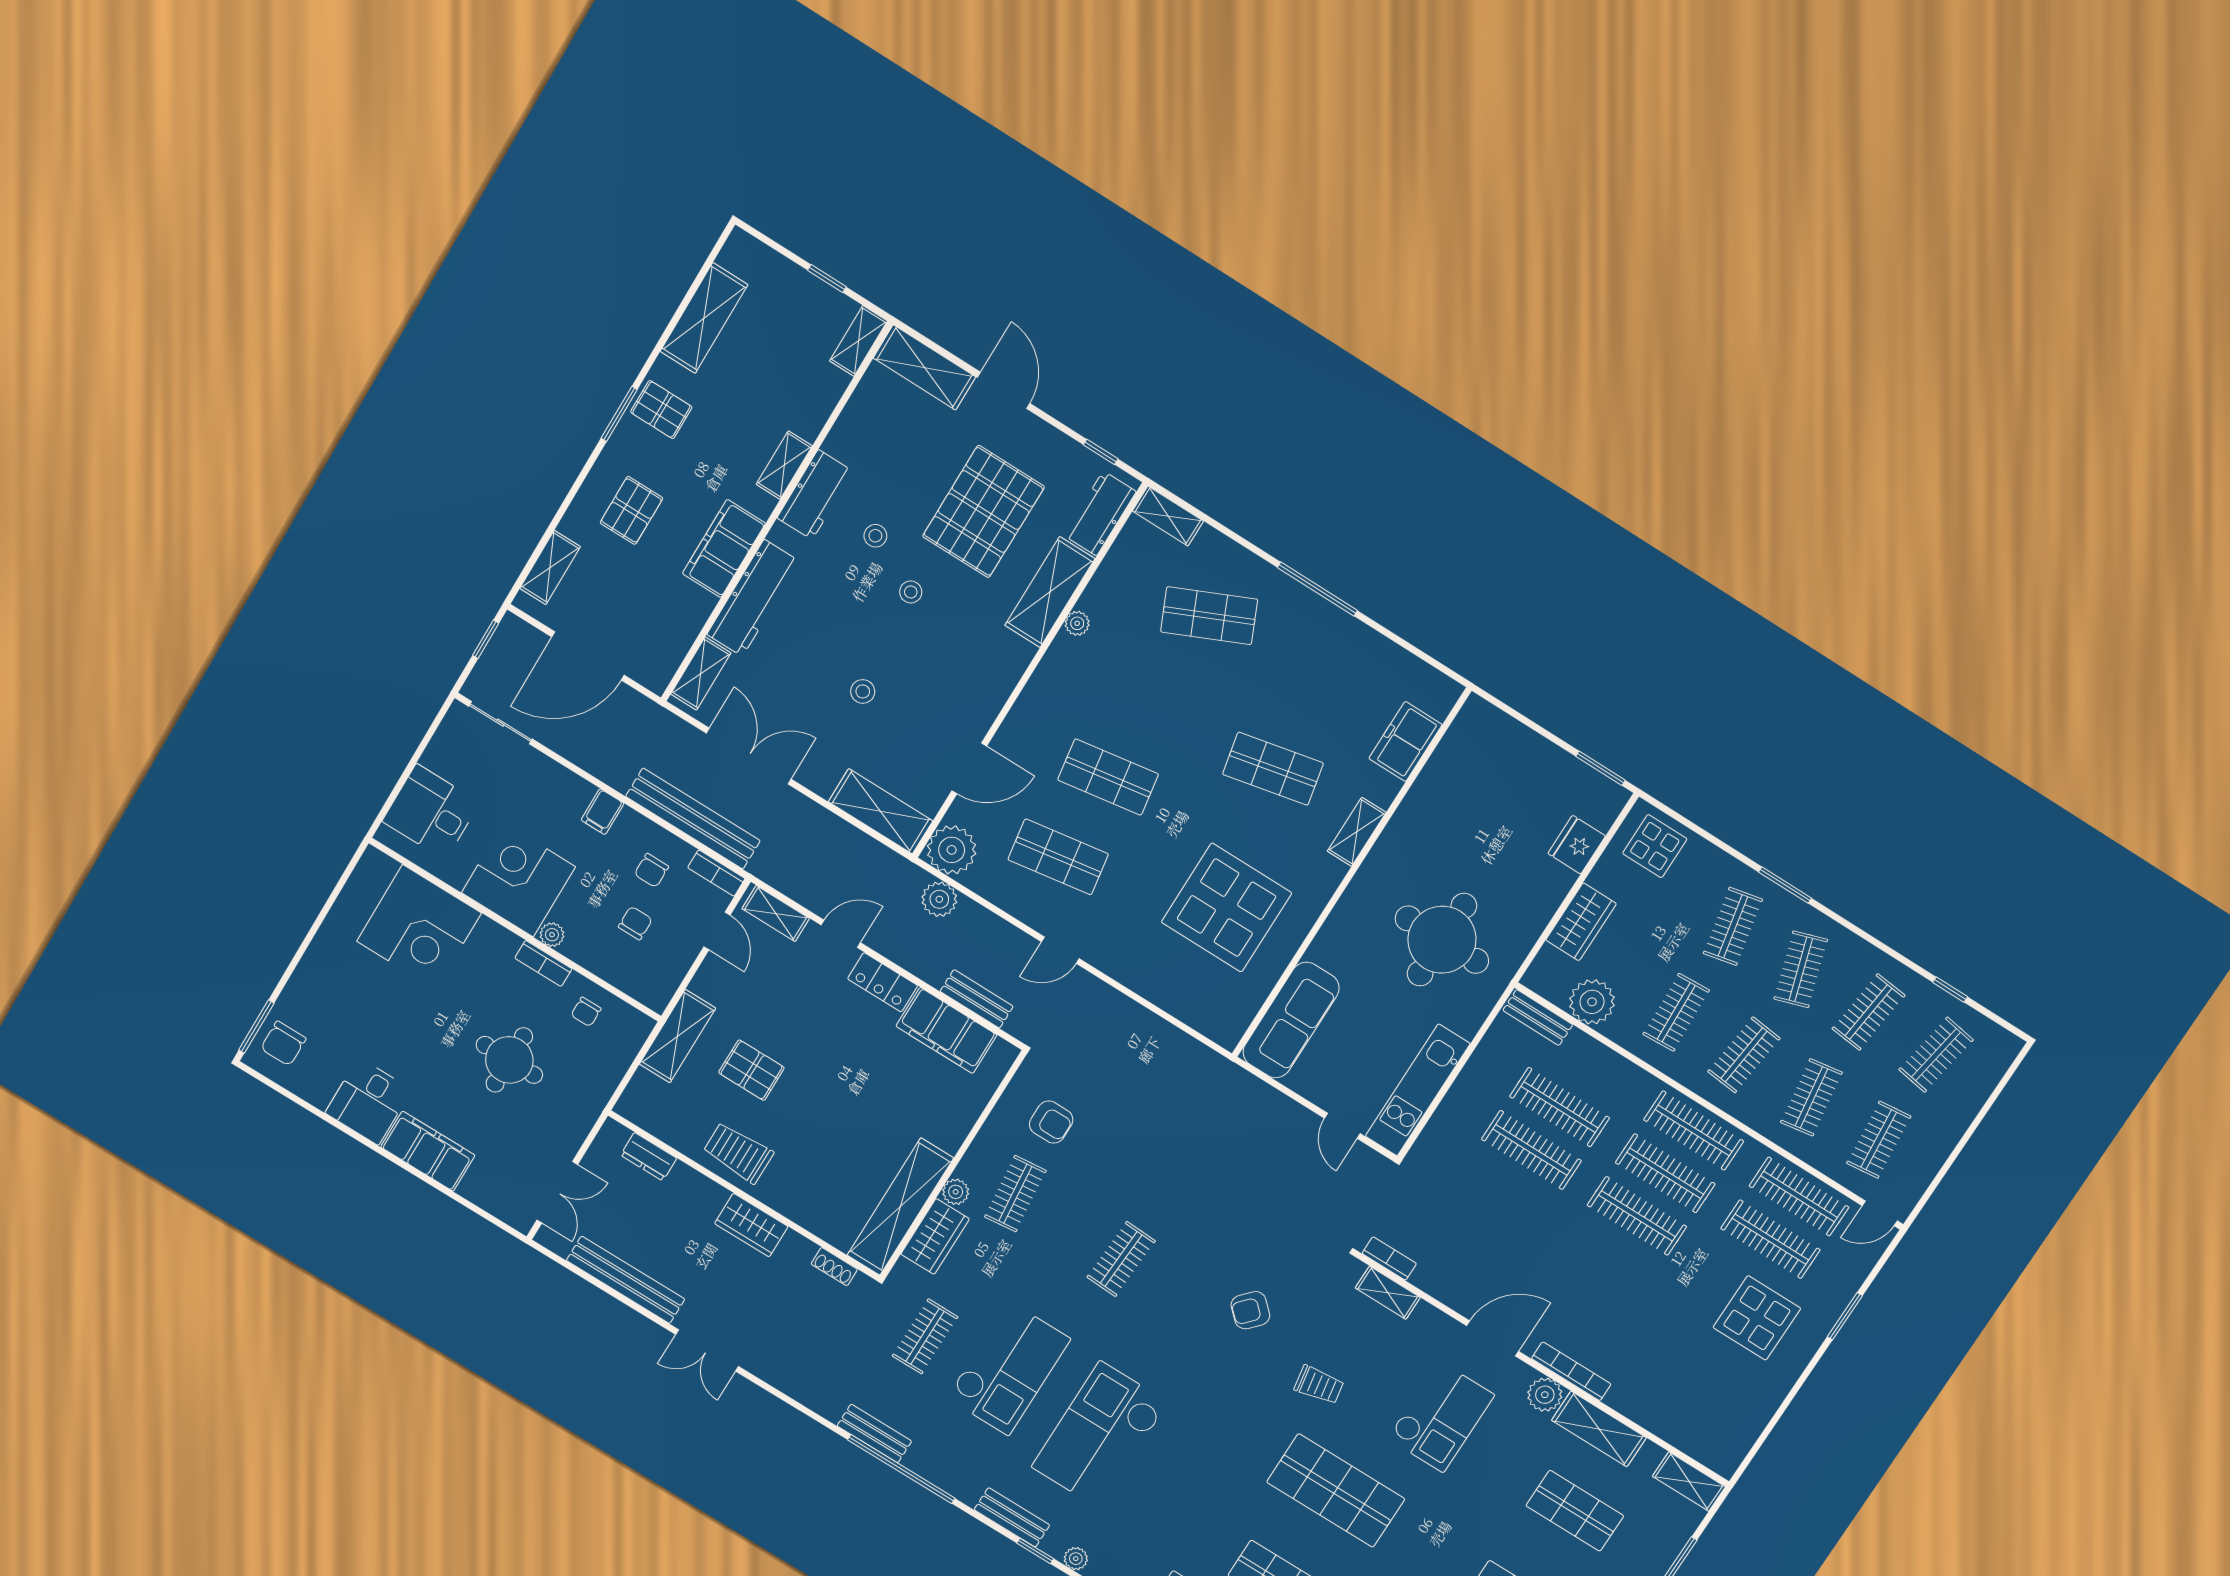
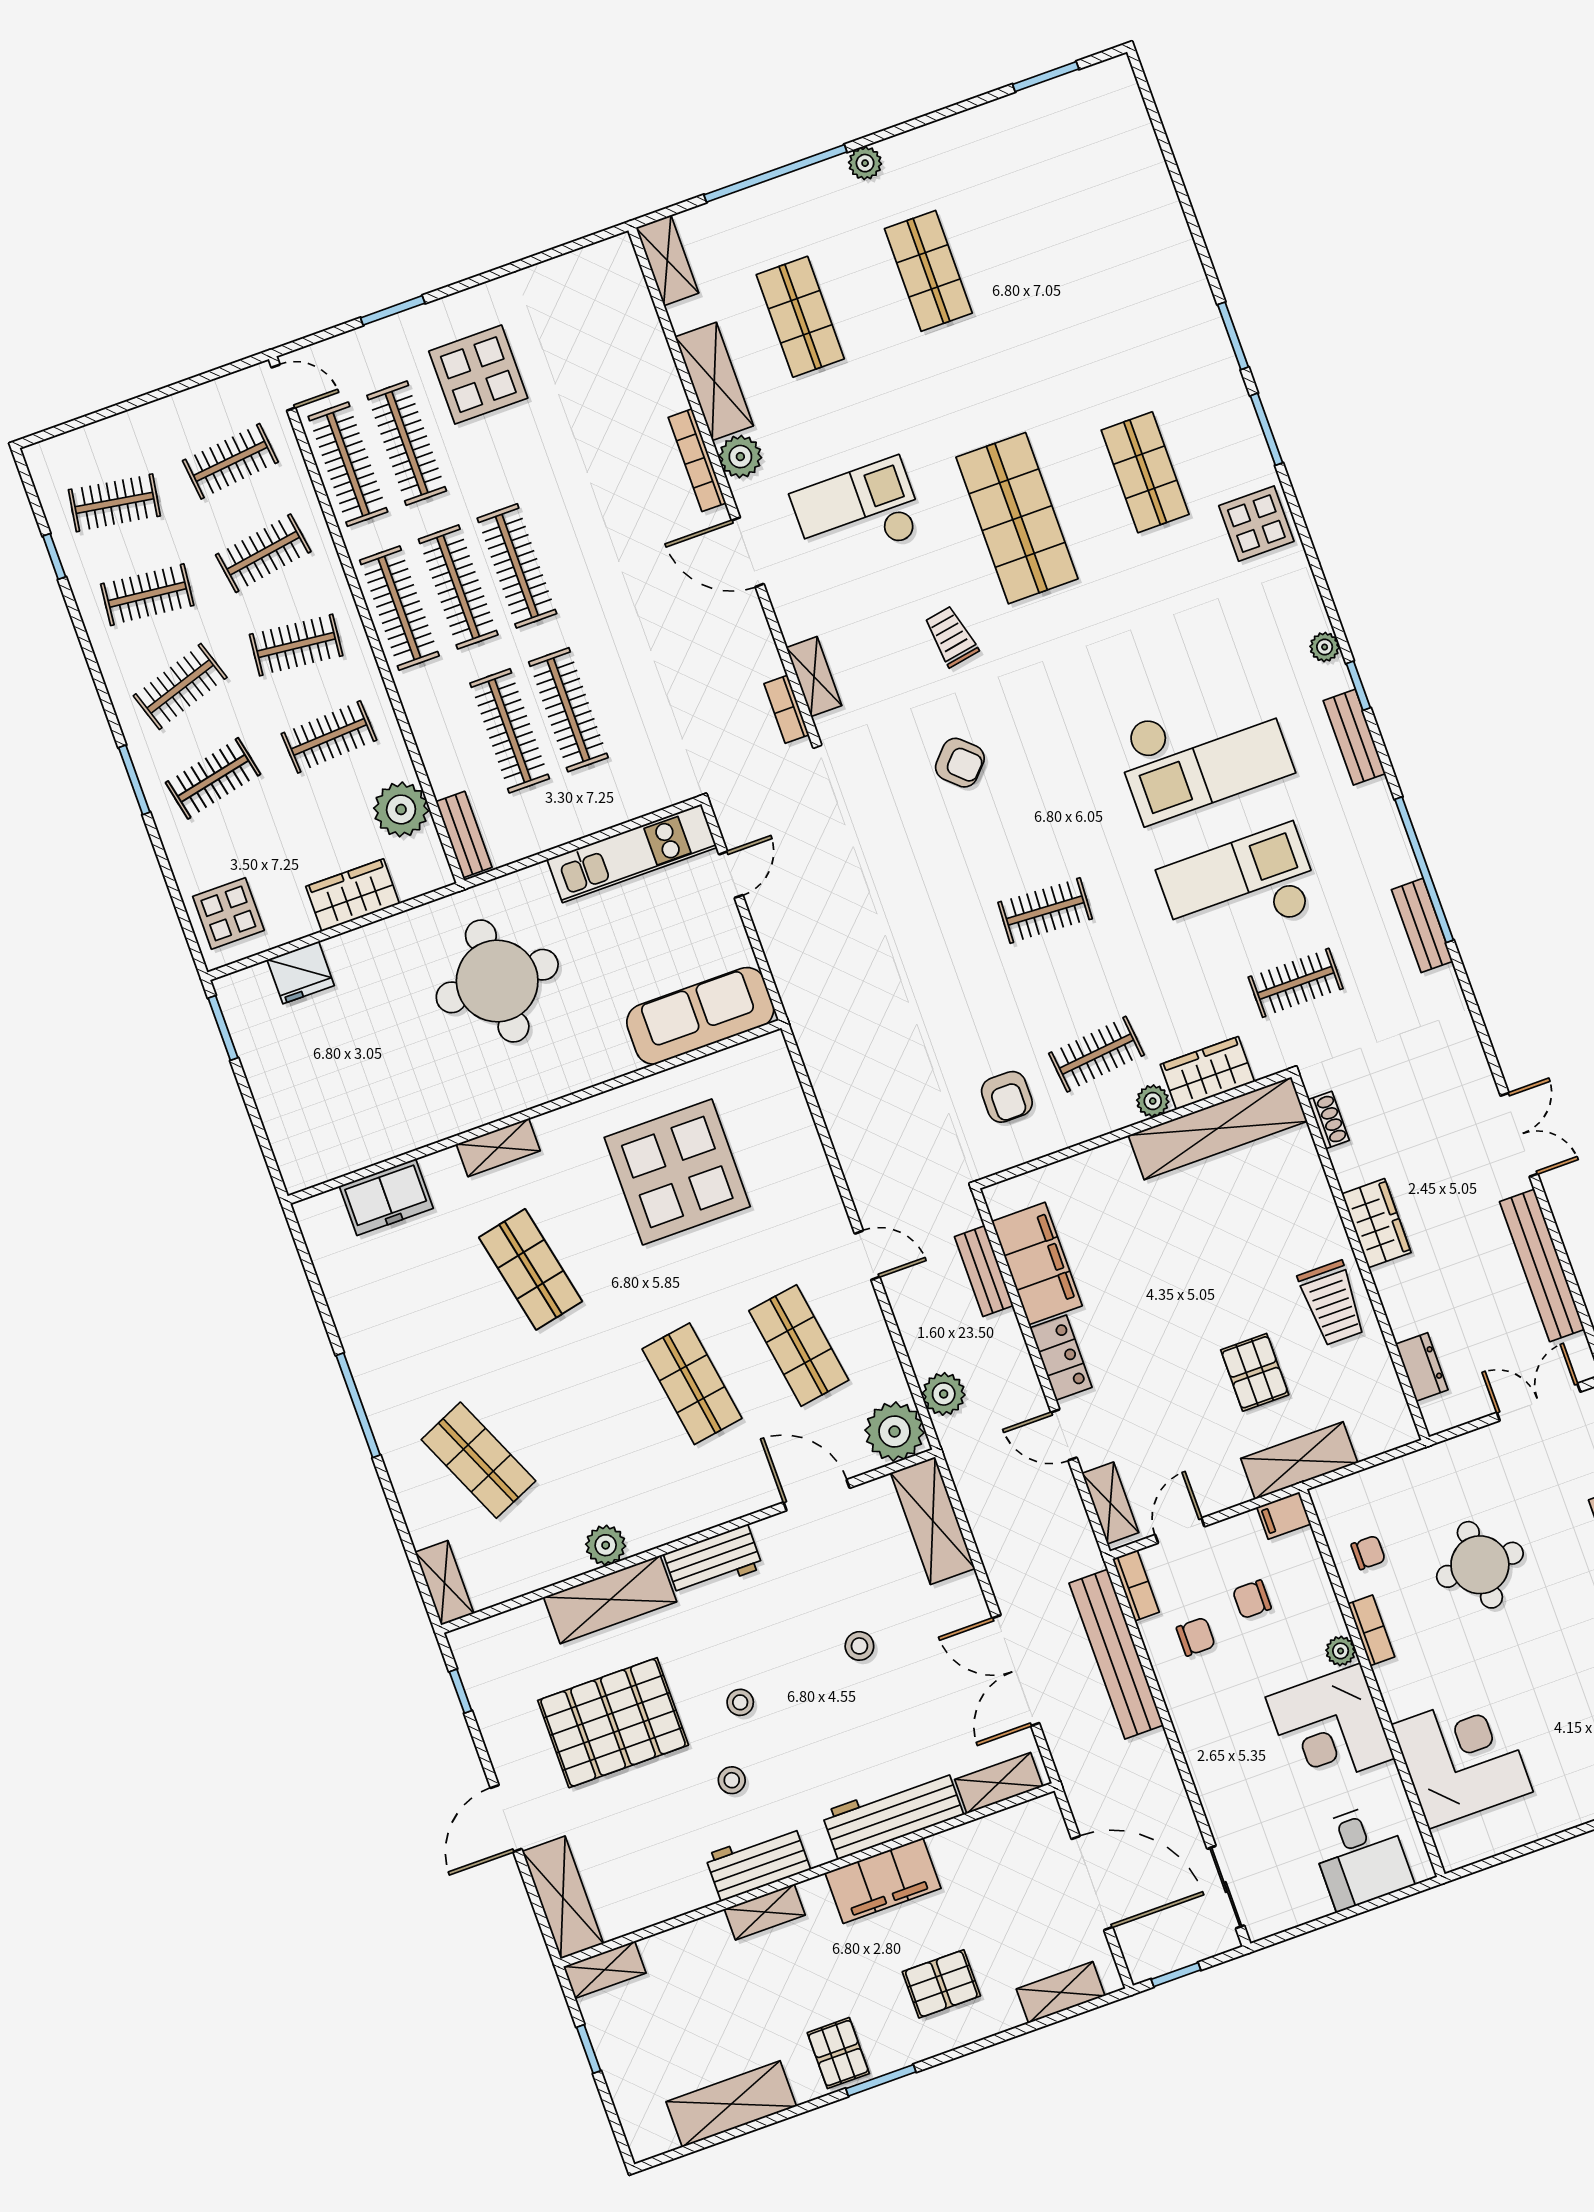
workbench: (1100, 513) -> (713, 1561), moved
plant: (1077, 623) -> (606, 1545), width x1.38, depth x1.38
filing cabinet: (603, 812) -> (1284, 1516), moved, turned 180
armchair: (1051, 1122) -> (1007, 1097), turned 180

